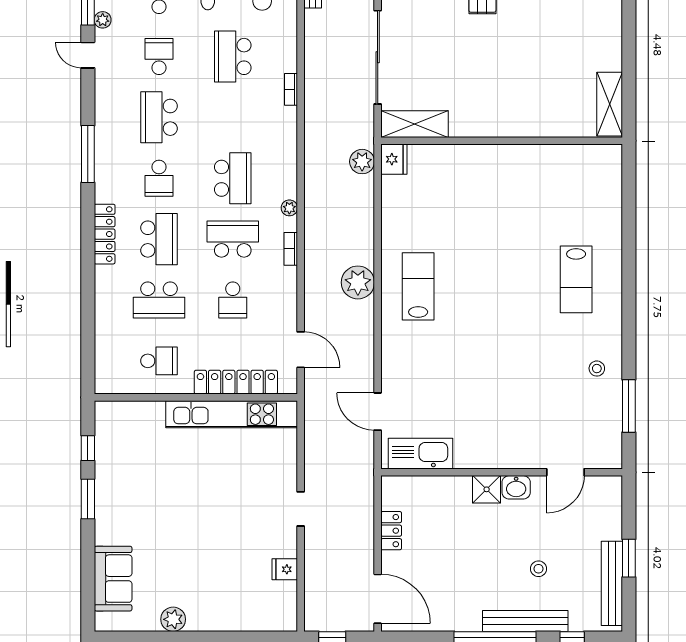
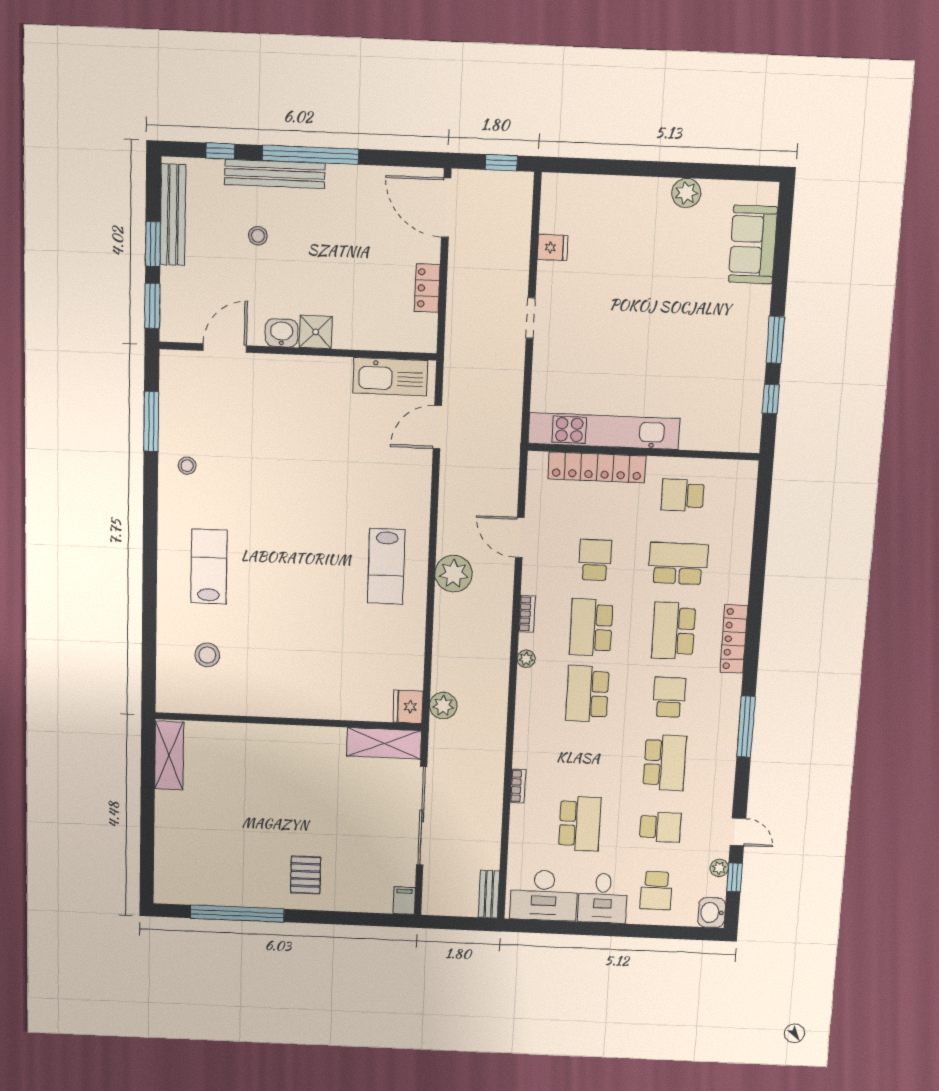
school desk: (159, 56) -> (660, 827), turned -90
stool: (576, 199) -> (207, 655), added
school desk: (233, 239) -> (591, 627), turned 90
door: (301, 350) -> (520, 538), moved
door: (378, 412) -> (437, 427), swing flipped
window: (629, 506) -> (152, 306), added

